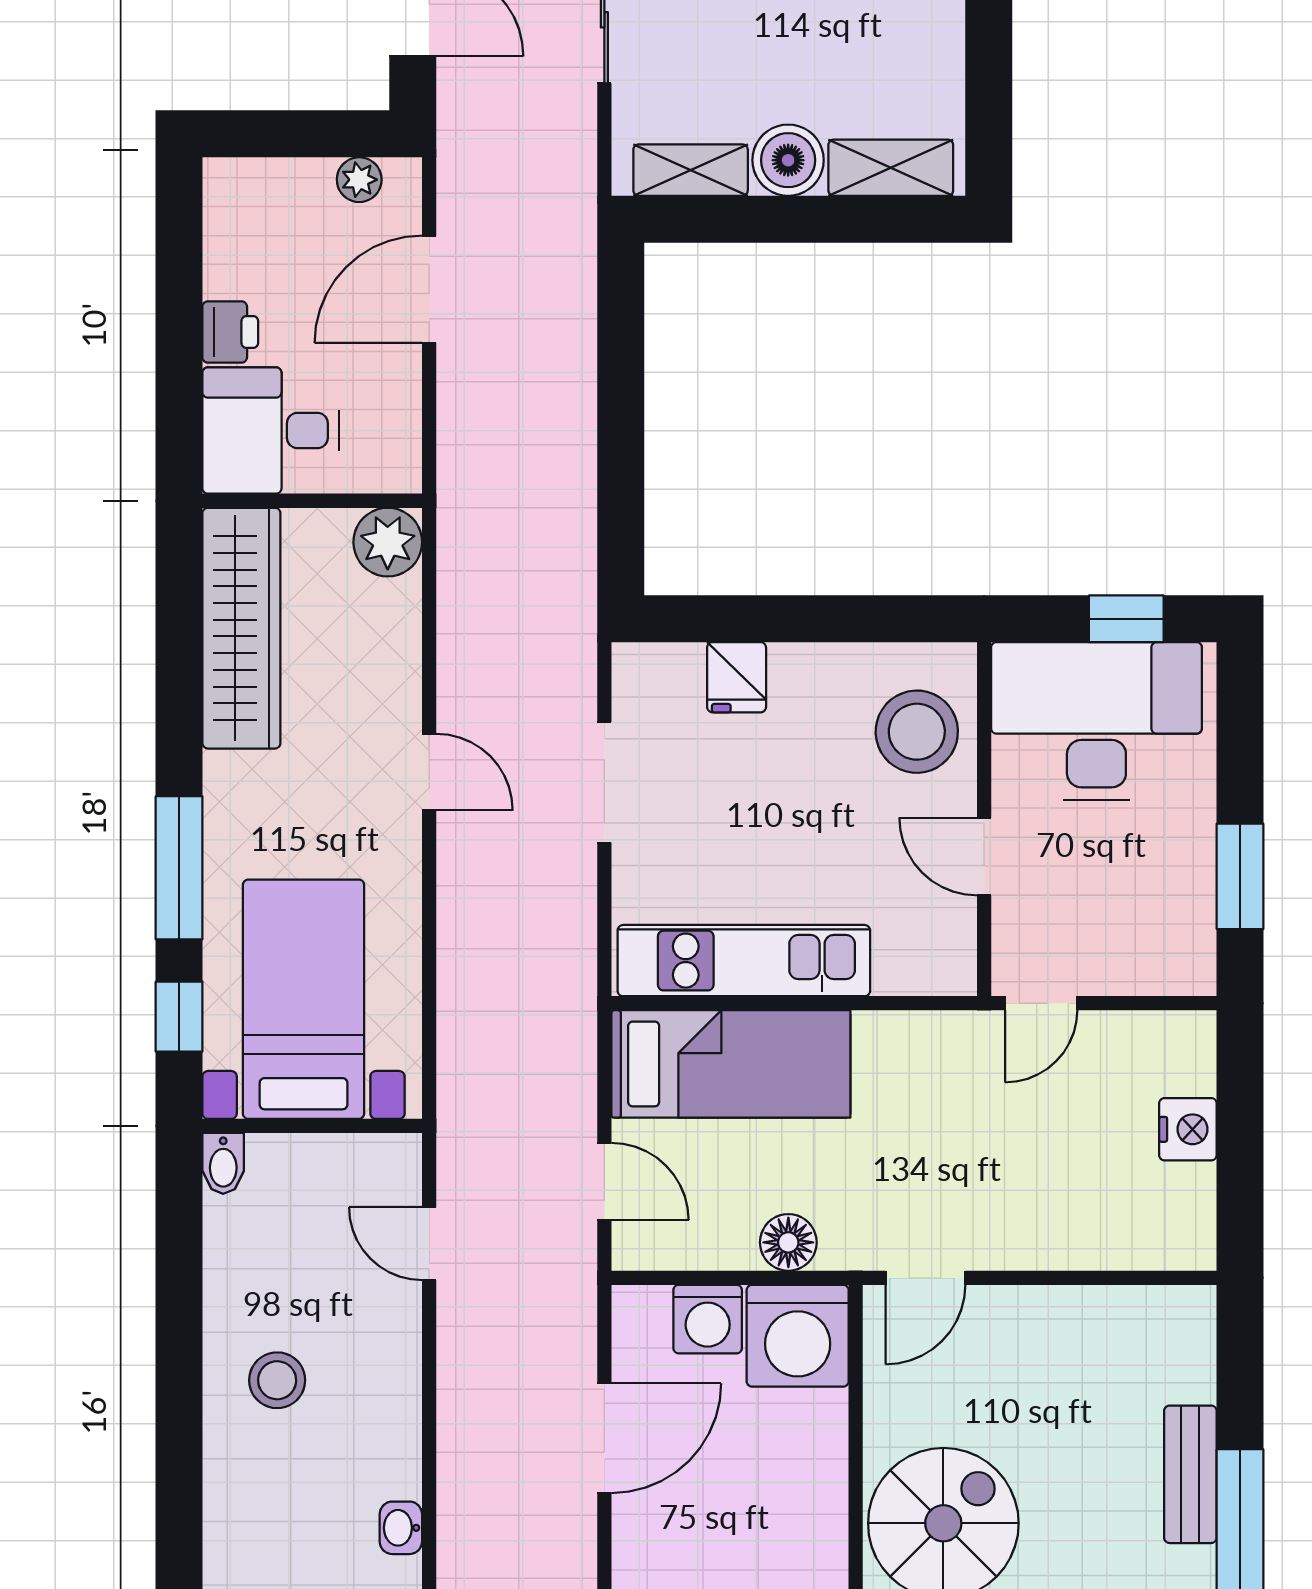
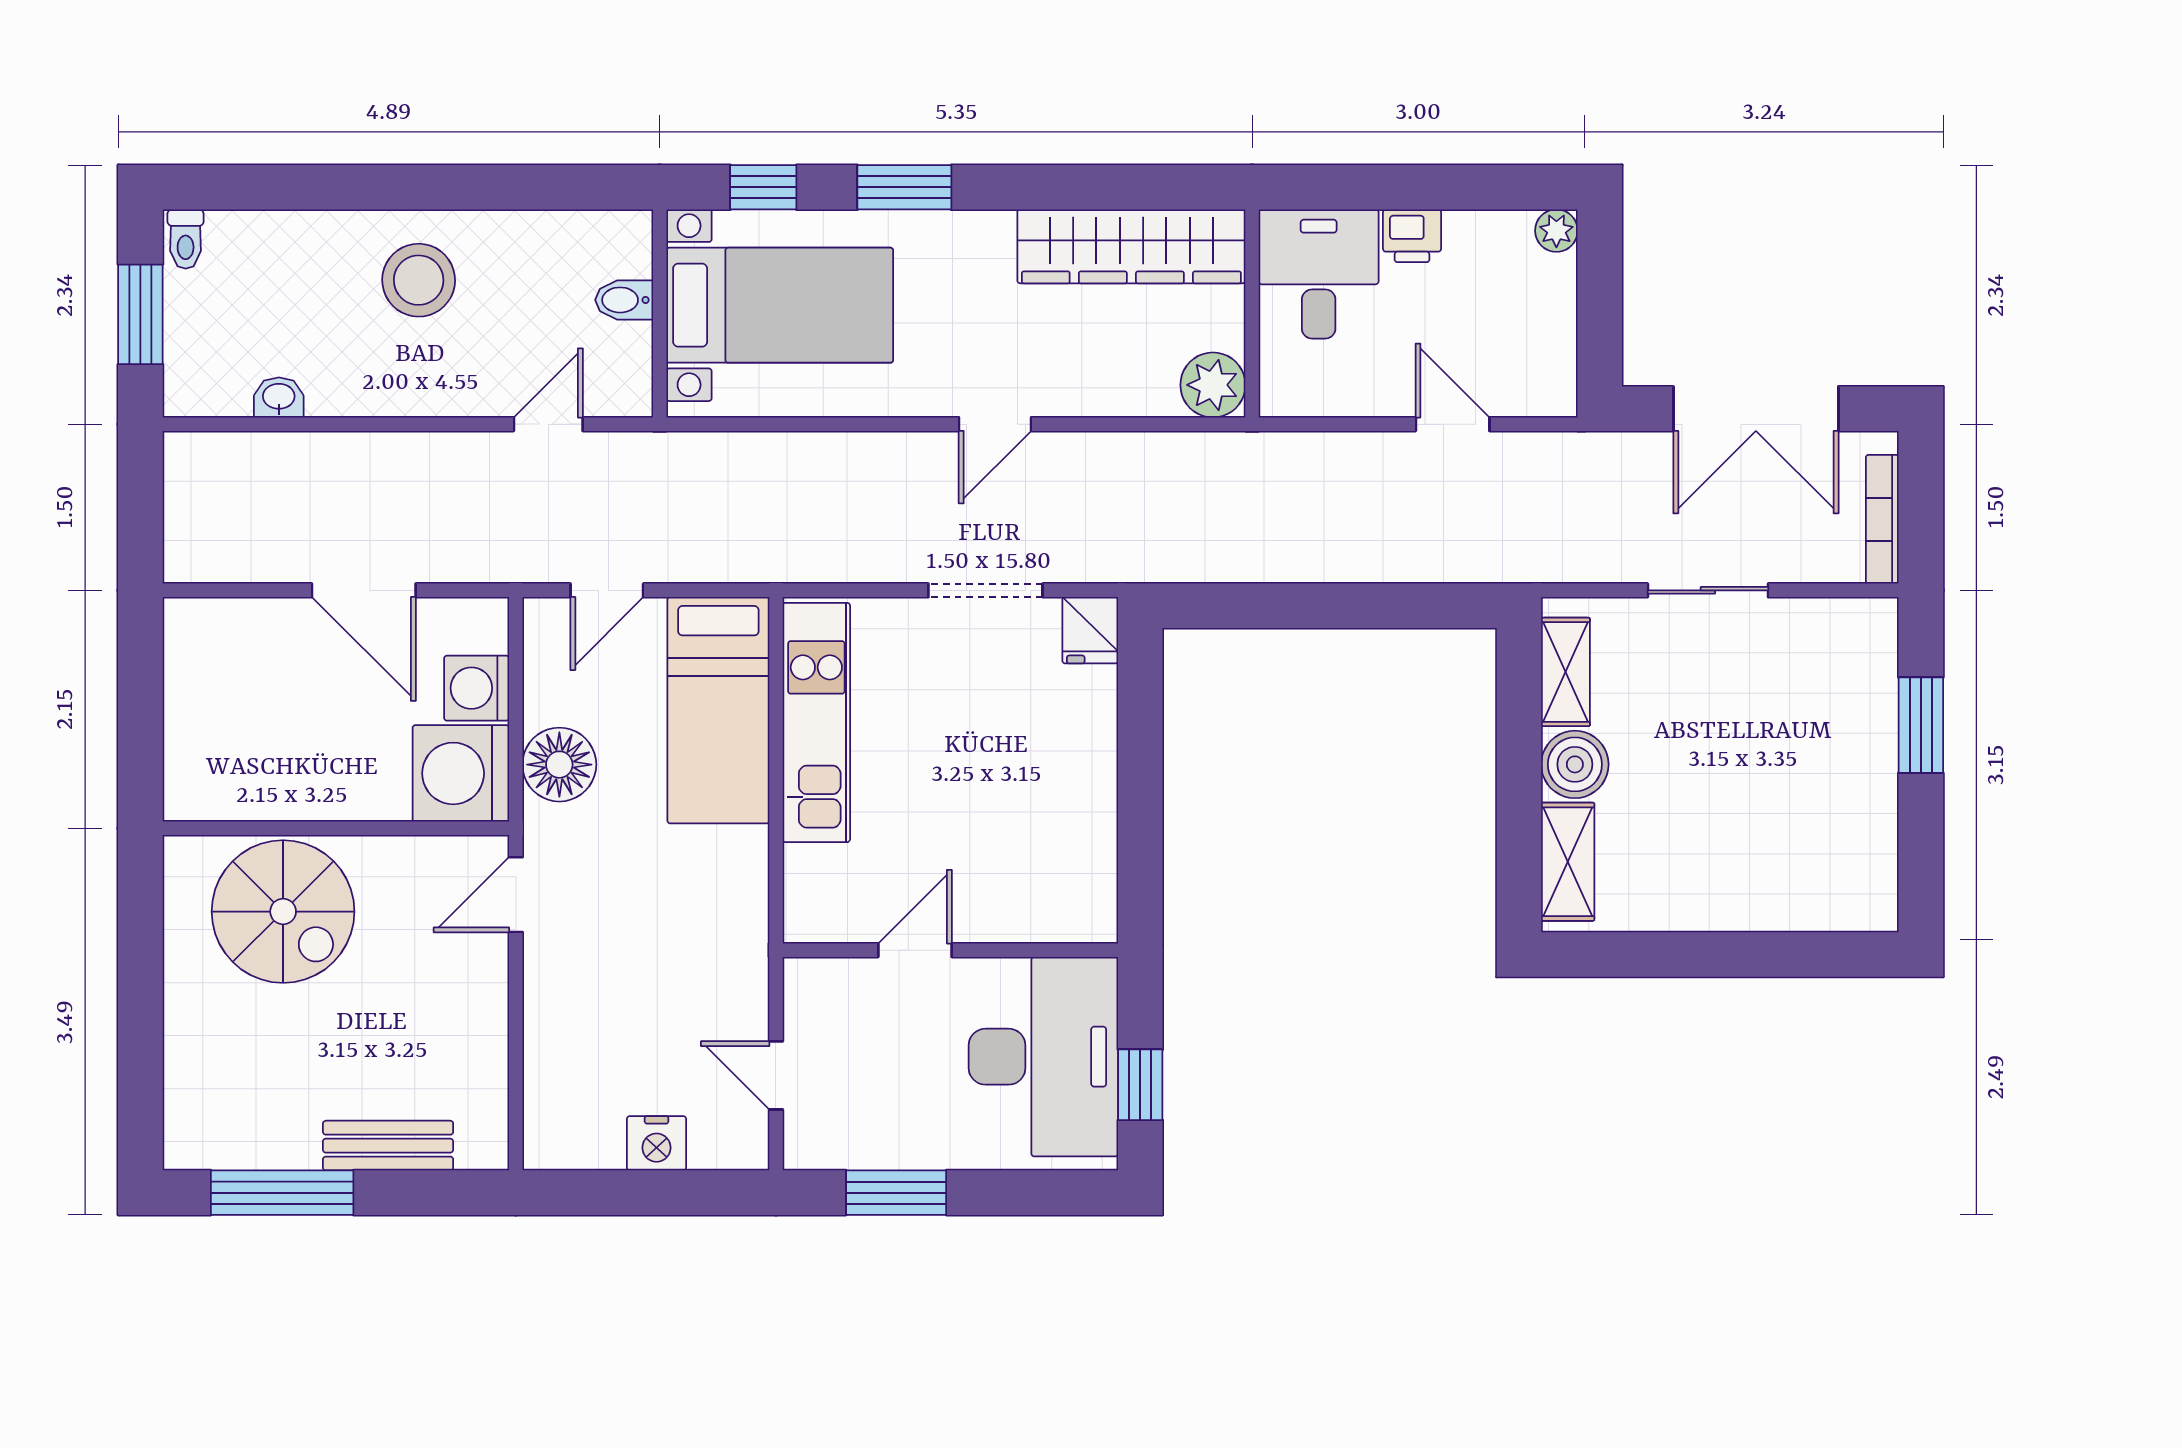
plant: (359, 180) -> (1556, 231), moved
door: (429, 289) -> (1453, 424), width x0.73
fridge: (737, 677) -> (1090, 630), moved, turned -90
stool: (917, 732) -> (1033, 886), removed
window: (179, 868) -> (904, 187), width x0.69
door: (1041, 1003) -> (776, 1075), moved
bidet: (223, 1163) -> (624, 300), moved
floor lamp: (788, 1242) -> (559, 765), width x1.38, depth x1.38
door: (926, 1278) -> (516, 895), hinge flipped
stool: (277, 1380) -> (419, 280), width x1.38, depth x1.38
bench: (1190, 1474) -> (388, 1146), moved

